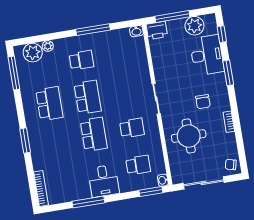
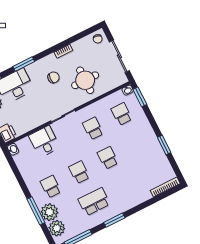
window: (93, 30) -> (36, 211), moved
plant: (48, 46) -> (49, 212), width x1.88, depth x1.88
school desk: (88, 97) -> (79, 172), width x0.54
school desk: (94, 134) -> (108, 158), width x0.54
window: (25, 141) -> (114, 220), moved
desk: (104, 181) -> (44, 142), moved, turned -90
window: (88, 202) -> (164, 145), width x0.69

